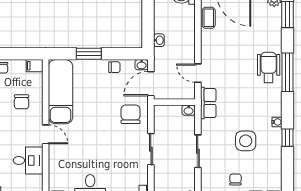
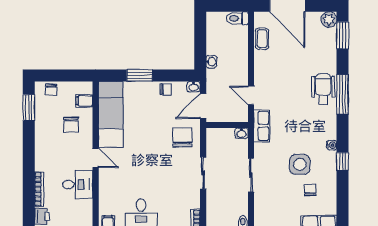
filing cabinet: (35, 66) -> (84, 101), moved
chair: (235, 179) -> (310, 190), moved

